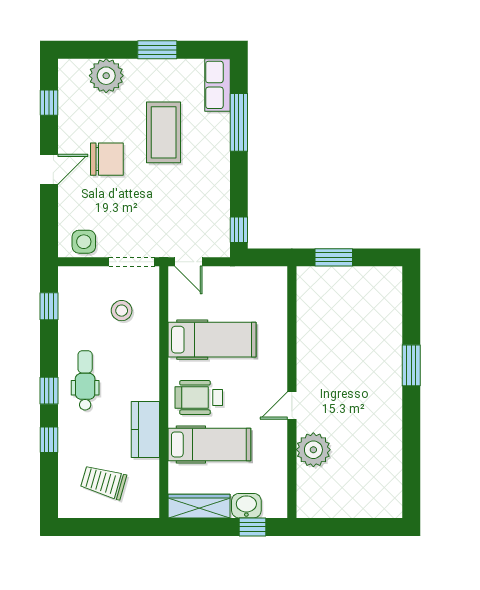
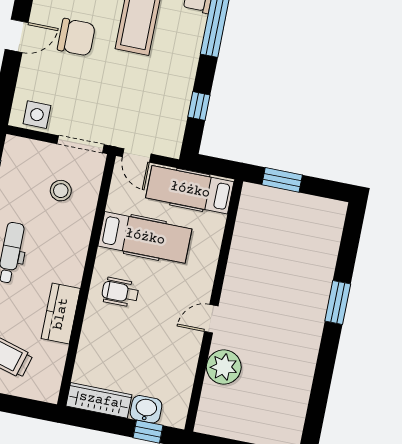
window: (239, 230) -> (199, 106), moved
wheelchair: (199, 397) -> (120, 292), width x0.73, depth x0.73
hospital bed: (209, 444) -> (190, 190), moved, turned 180

